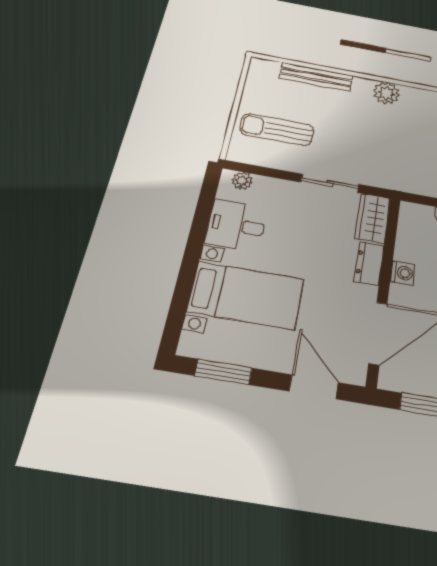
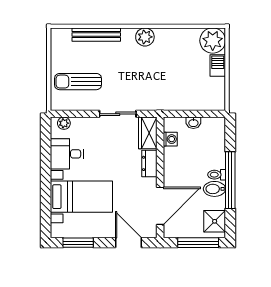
washing machine: (403, 273) -> (170, 139), moved

